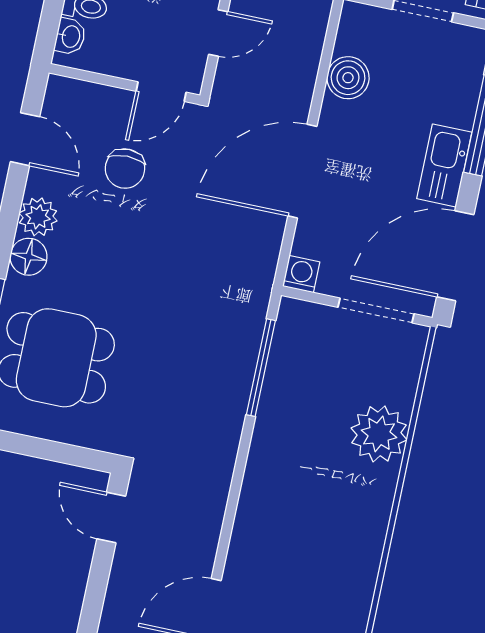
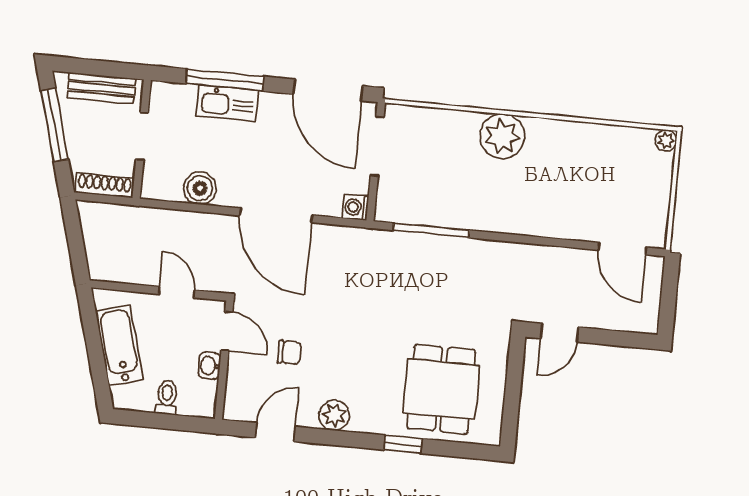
washbasin: (70, 36) -> (209, 366), moved, turned -90
kitchen sink: (444, 165) -> (227, 103), moved
chair: (125, 169) -> (289, 352), width x0.73, depth x0.73
floor lamp: (29, 257) -> (366, 419), removed
plant: (379, 434) -> (502, 136), moved

